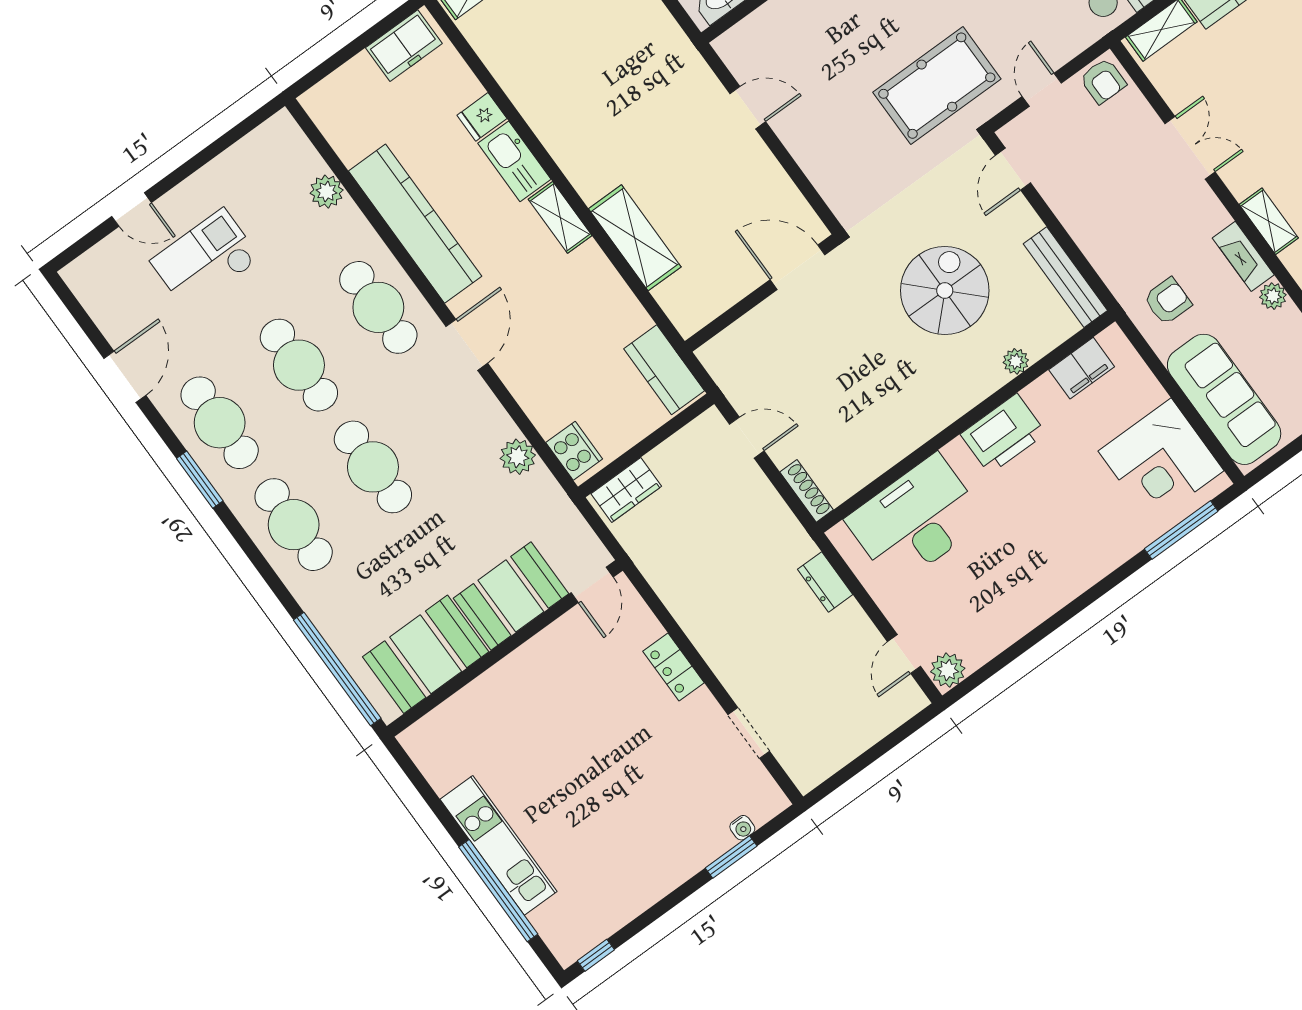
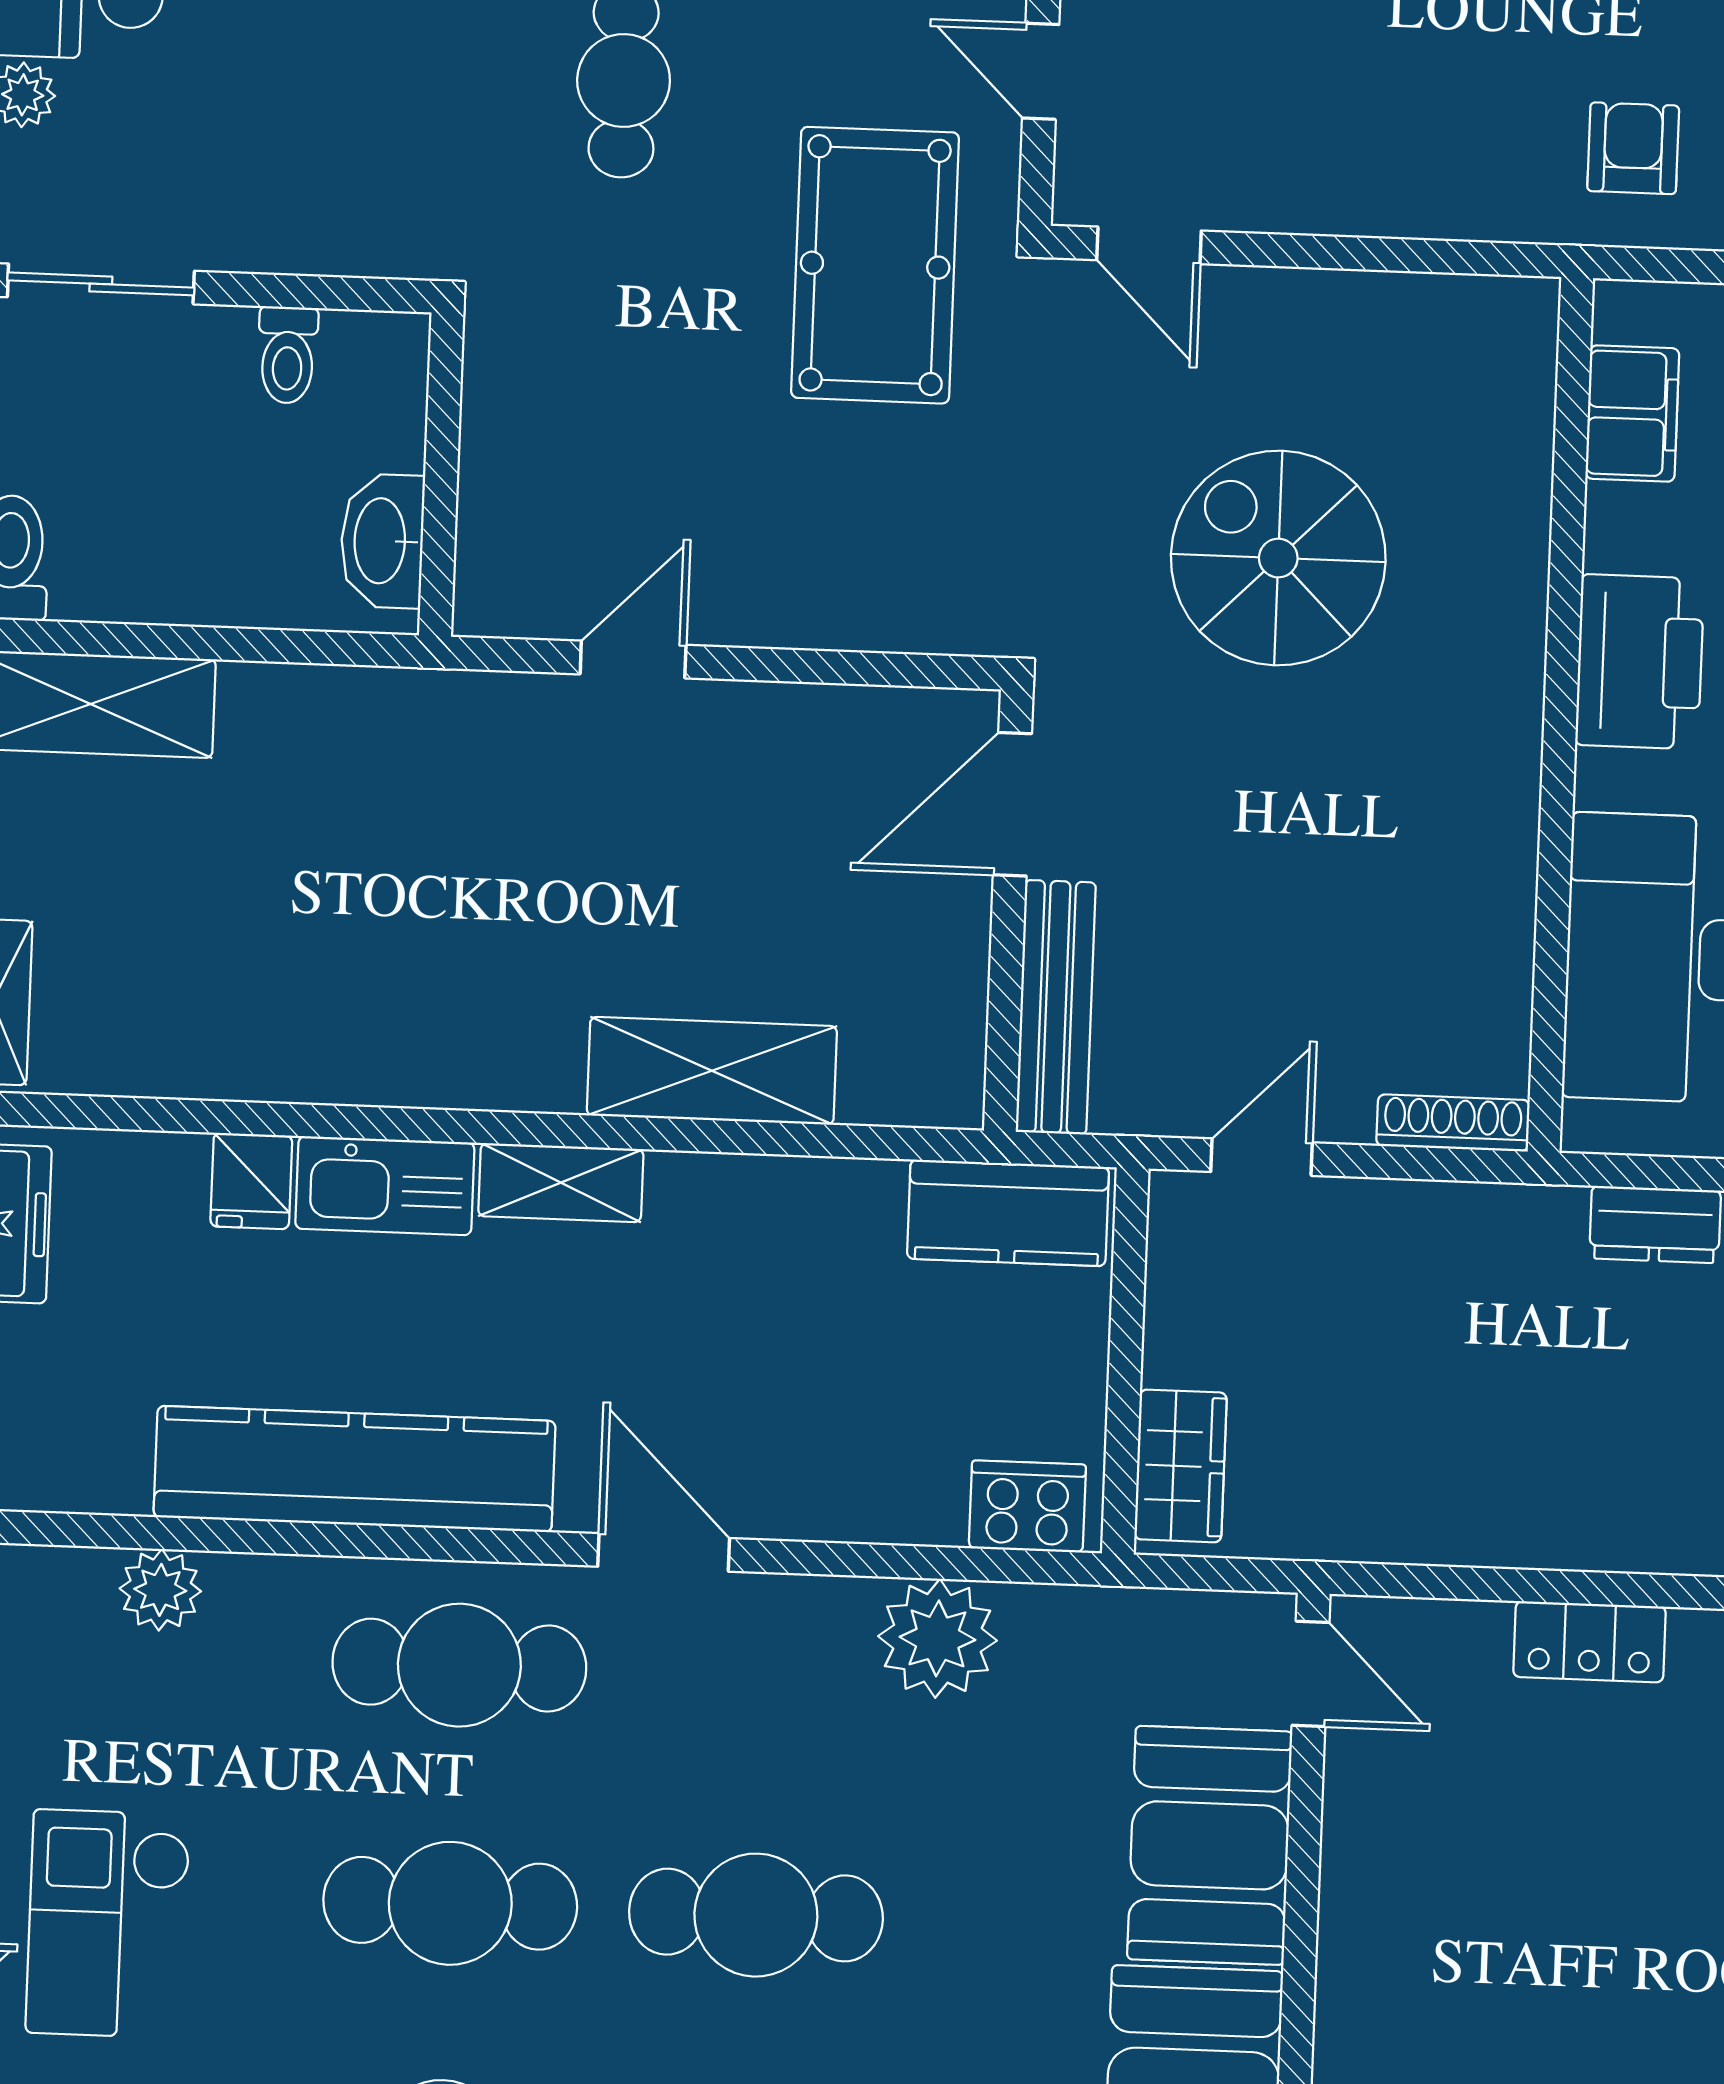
bench: (1065, 277) -> (1056, 1007), moved, turned 90
plant: (1016, 361) -> (1520, 529), removed
plant: (518, 457) -> (937, 1638), width x1.36, depth x1.36

